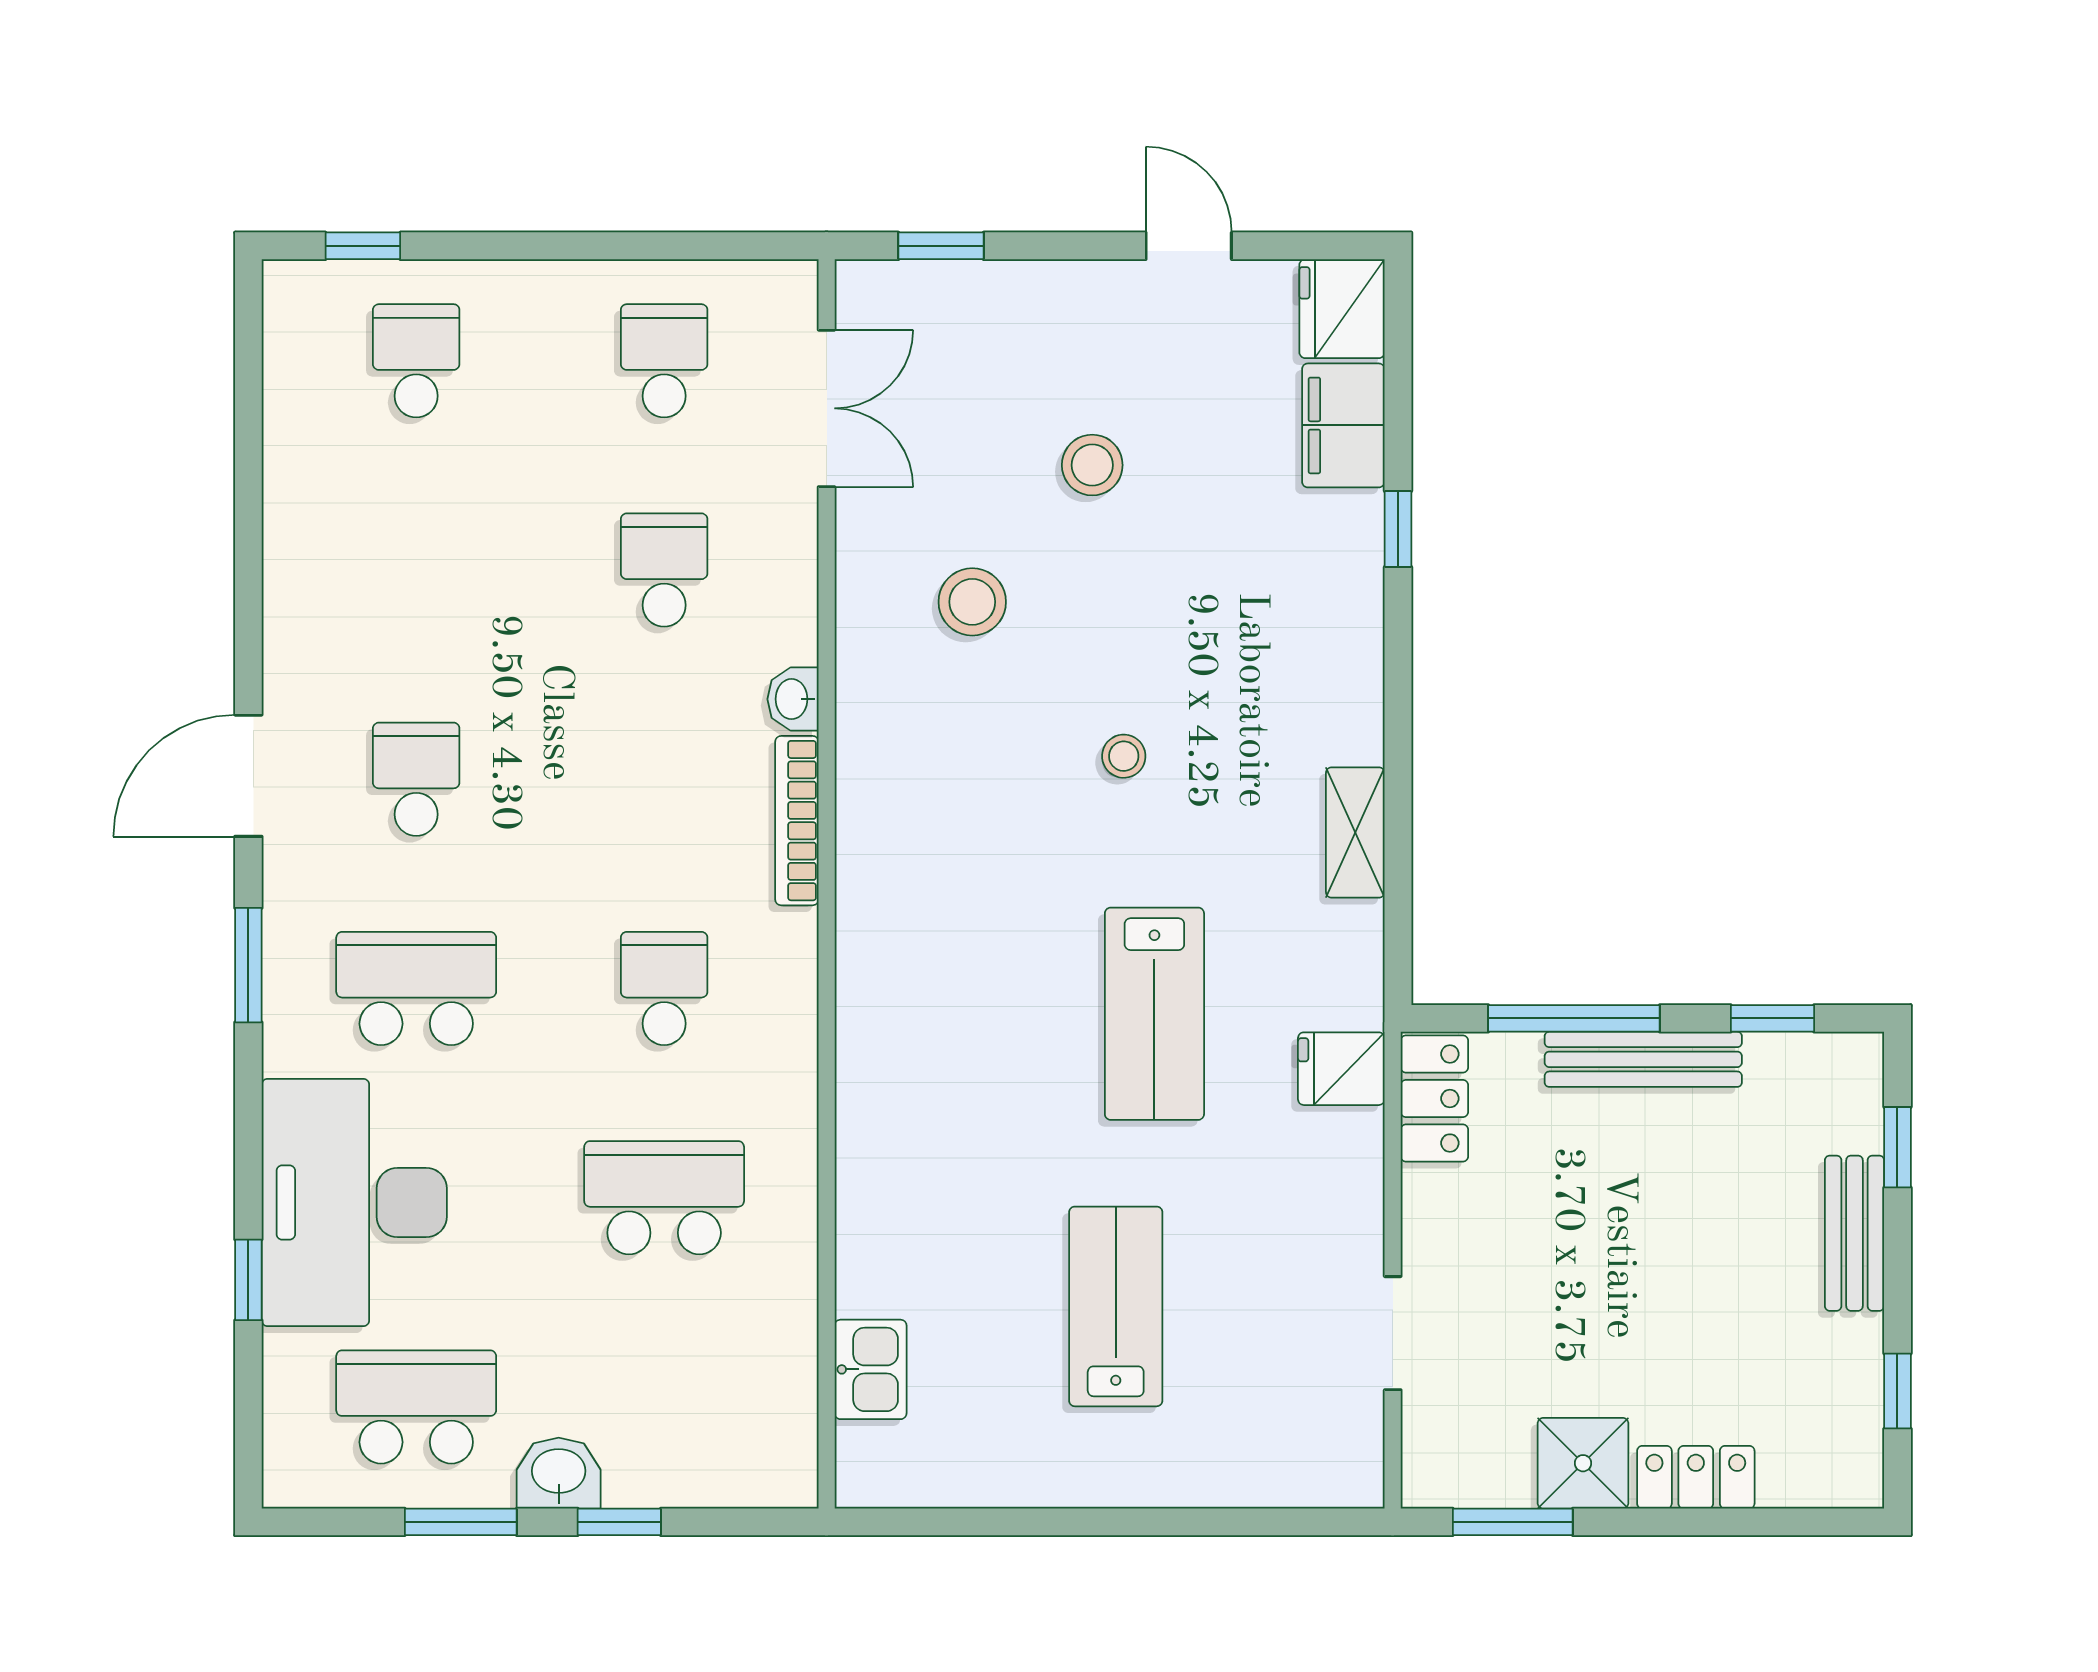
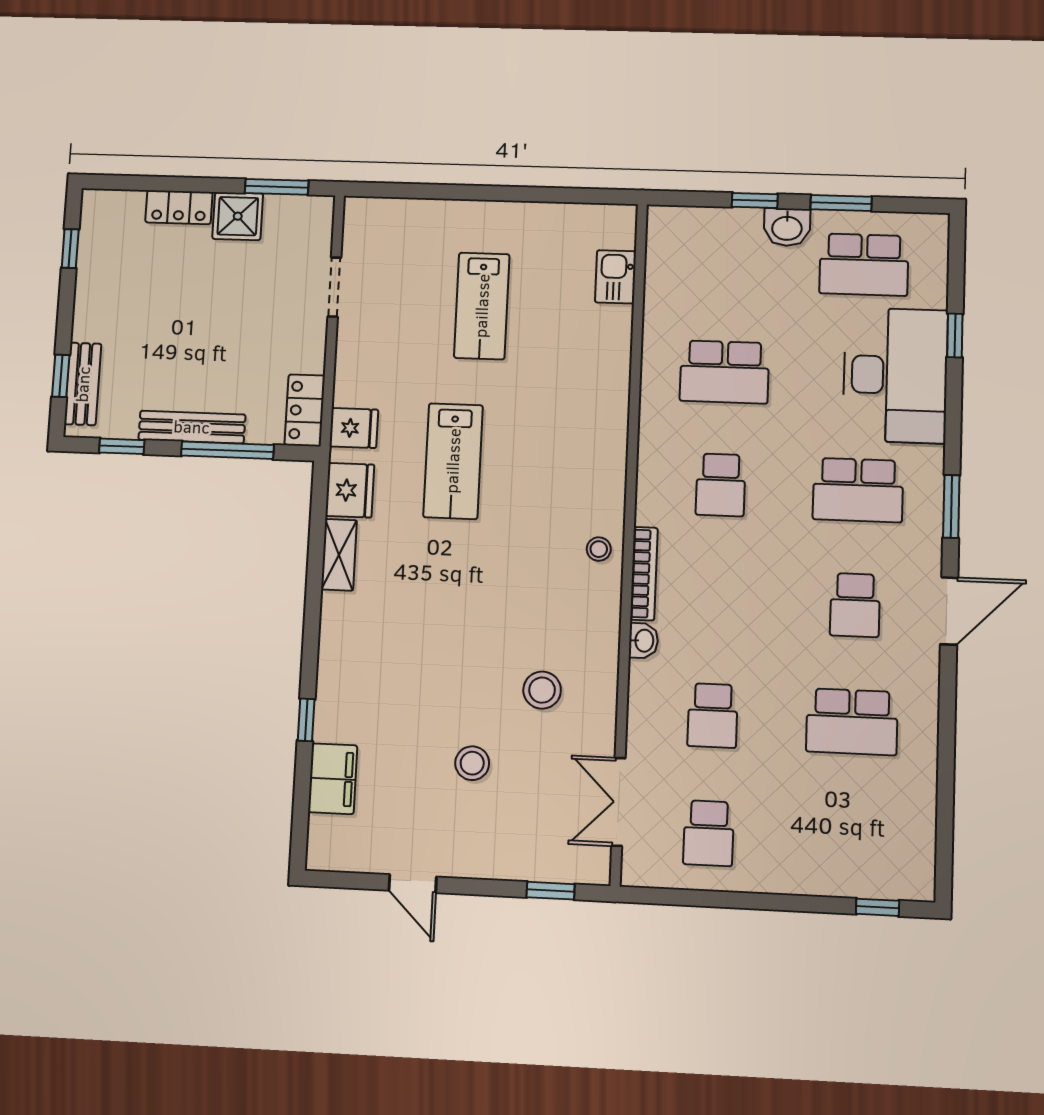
fridge: (1342, 309) -> (350, 490), moved
school desk: (416, 361) -> (852, 722), moved, width x1.85
stool: (1124, 756) -> (599, 549), moved
lab bench: (1154, 1014) -> (453, 461), turned 180
bench: (1854, 1233) -> (83, 384), moved

